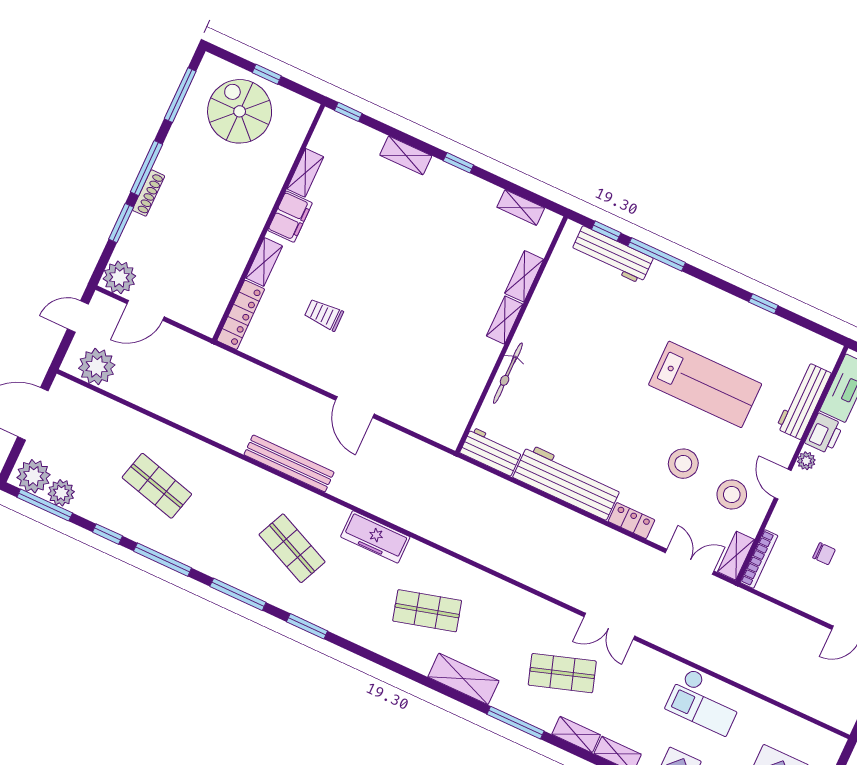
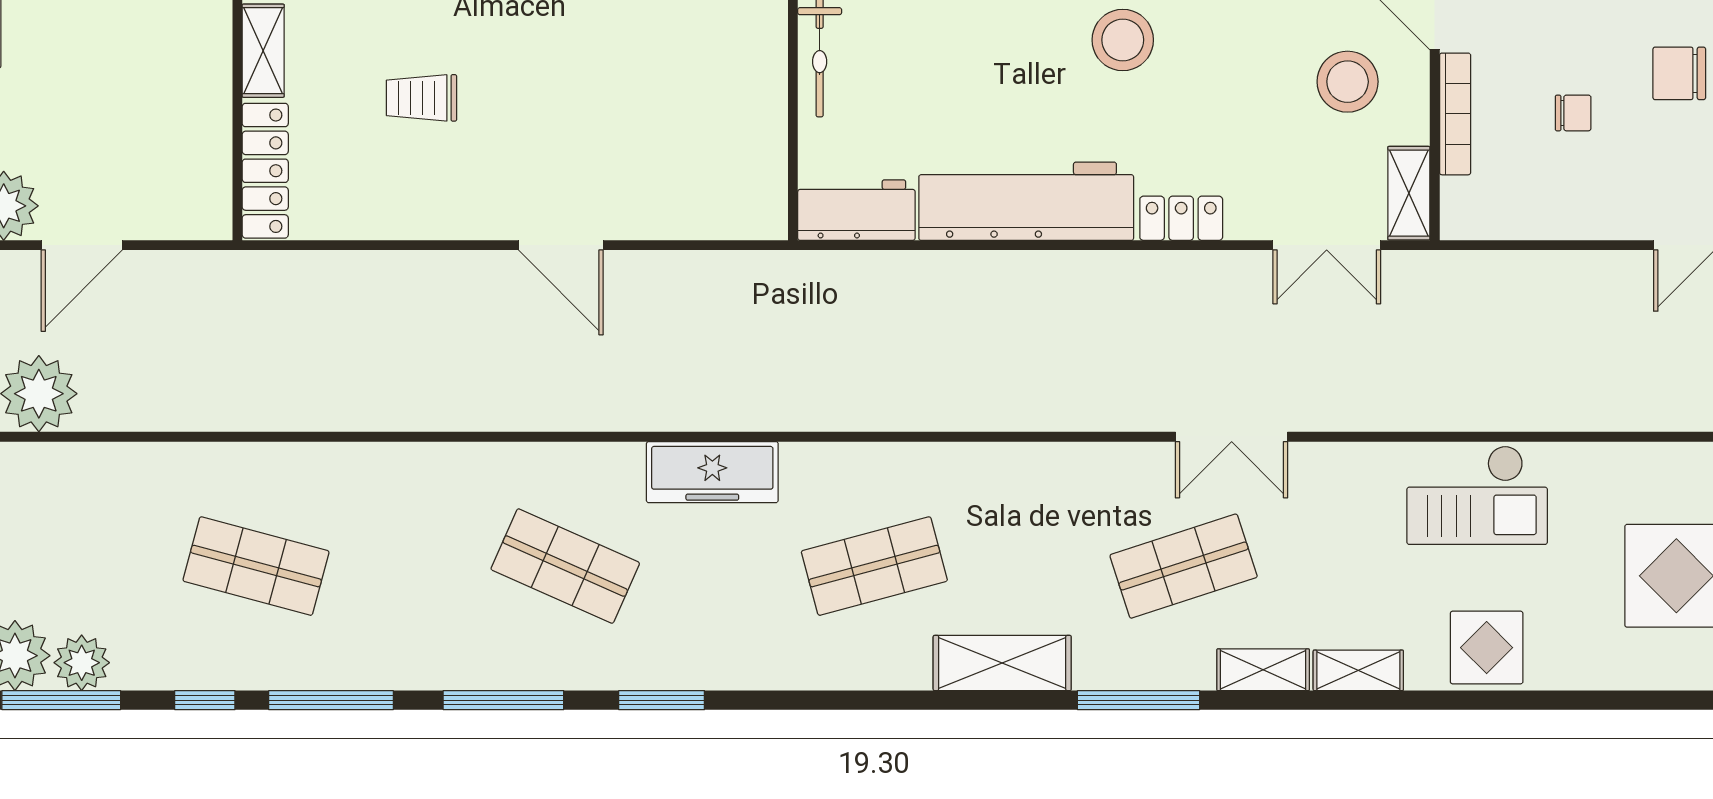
bench: (289, 463) -> (486, 409), removed
stool: (683, 464) -> (1123, 40), moved
bookcase: (759, 559) -> (1455, 114), moved
double door: (690, 562) -> (1327, 245), swing flipped

